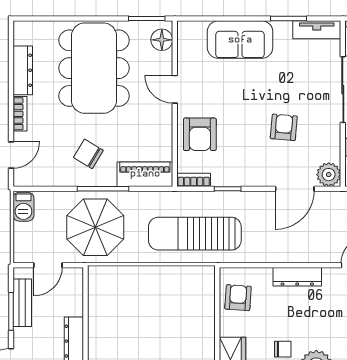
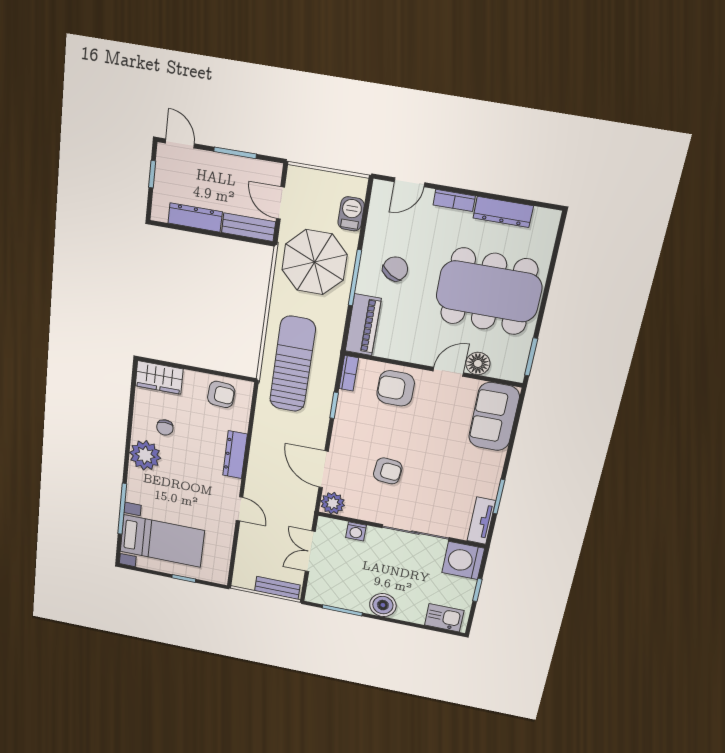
floor lamp: (162, 40) -> (478, 363), moved
sofa: (240, 40) -> (494, 417), moved
door: (11, 155) -> (409, 182), hinge flipped
barbecue: (23, 207) -> (351, 214), moved, turned 90
bench: (22, 303) -> (249, 227), moved

